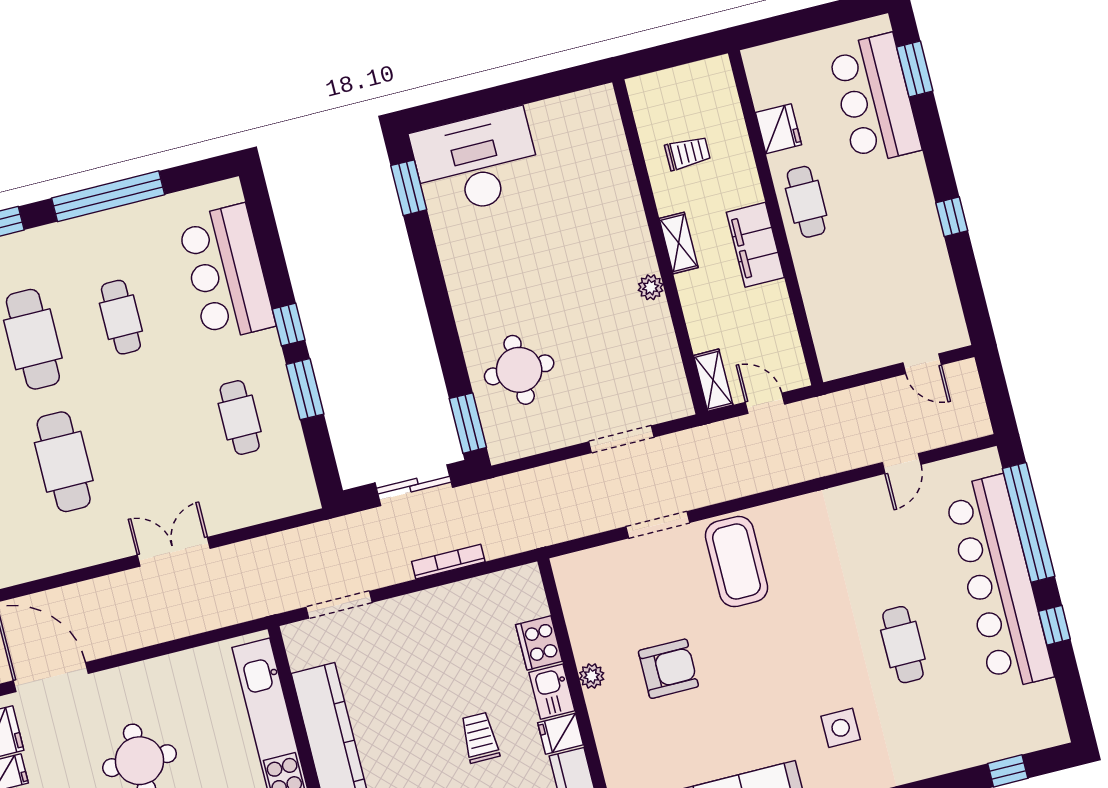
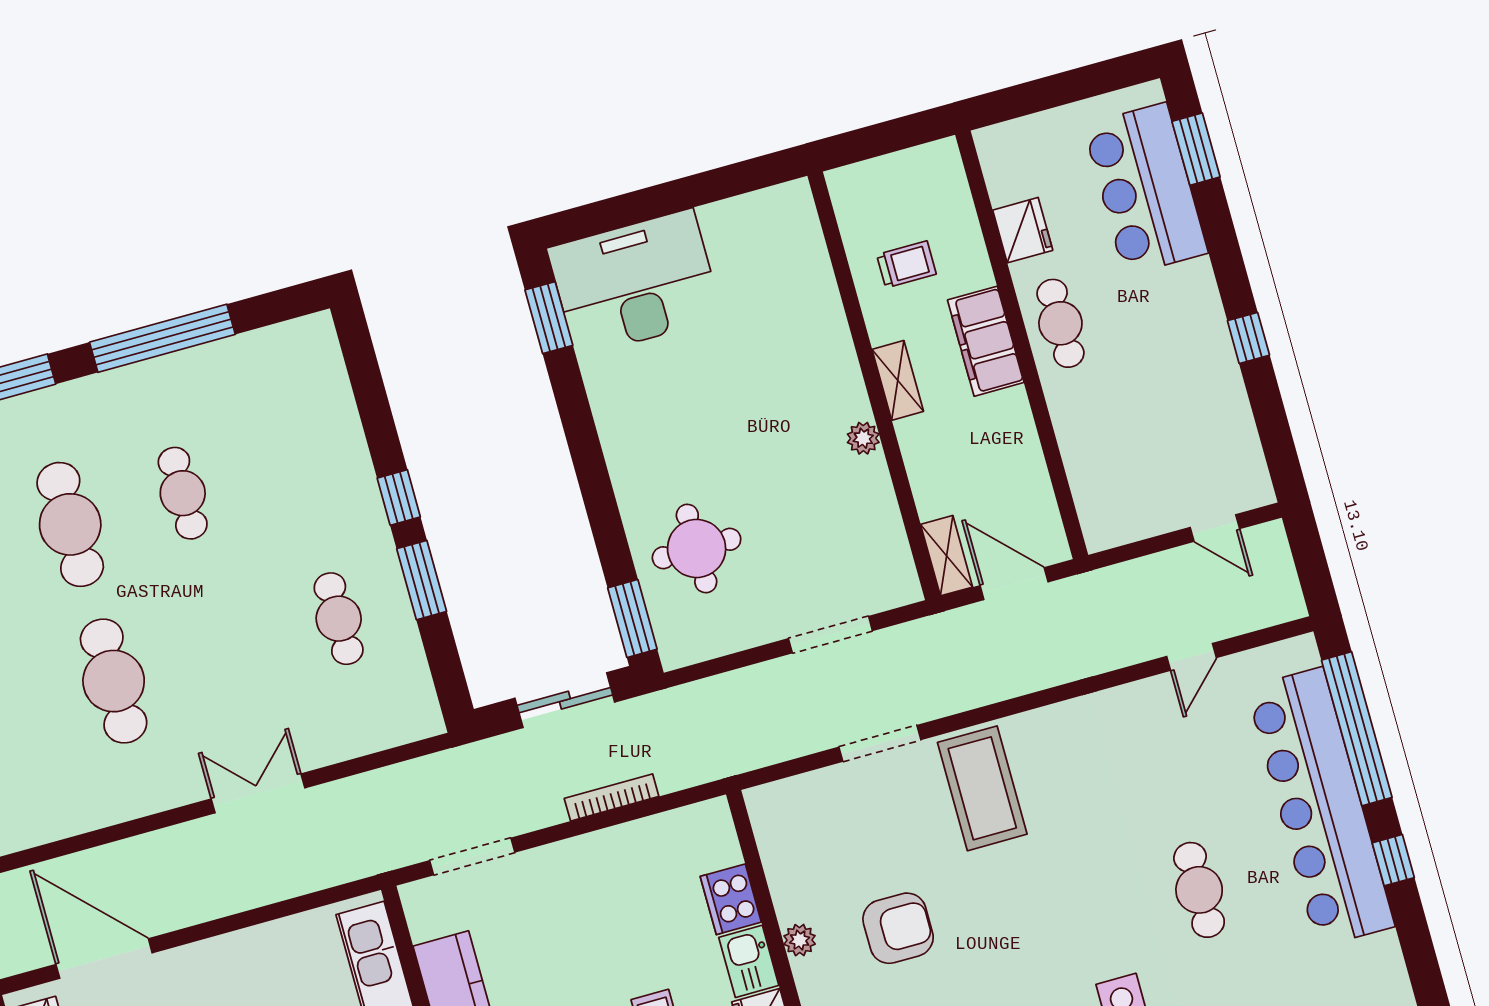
filing cabinet: (755, 245) -> (986, 341), moved
bar counter: (226, 273) -> (317, 433), removed
door: (765, 403) -> (1014, 584), width x1.38

